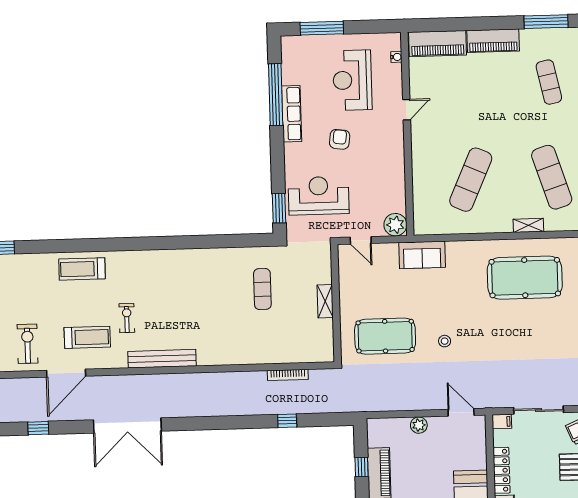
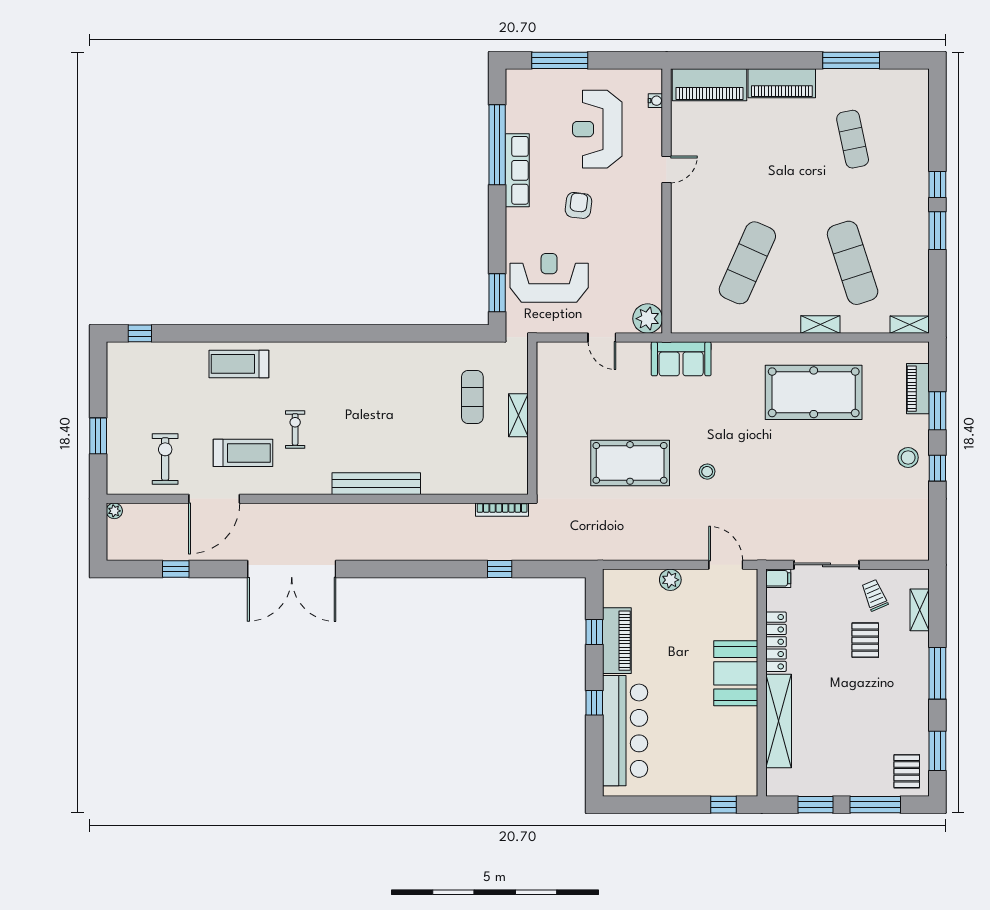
shelving: (325, 301) -> (518, 415), moved
wall: (336, 303) -> (532, 418), moved
bench: (162, 359) -> (376, 484), moved

